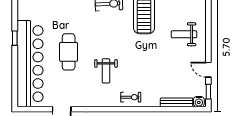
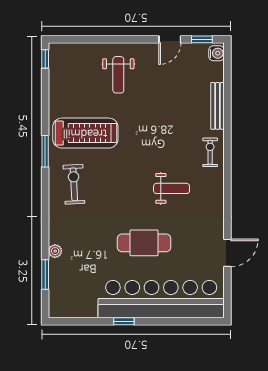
bench: (177, 102) -> (218, 106), moved

